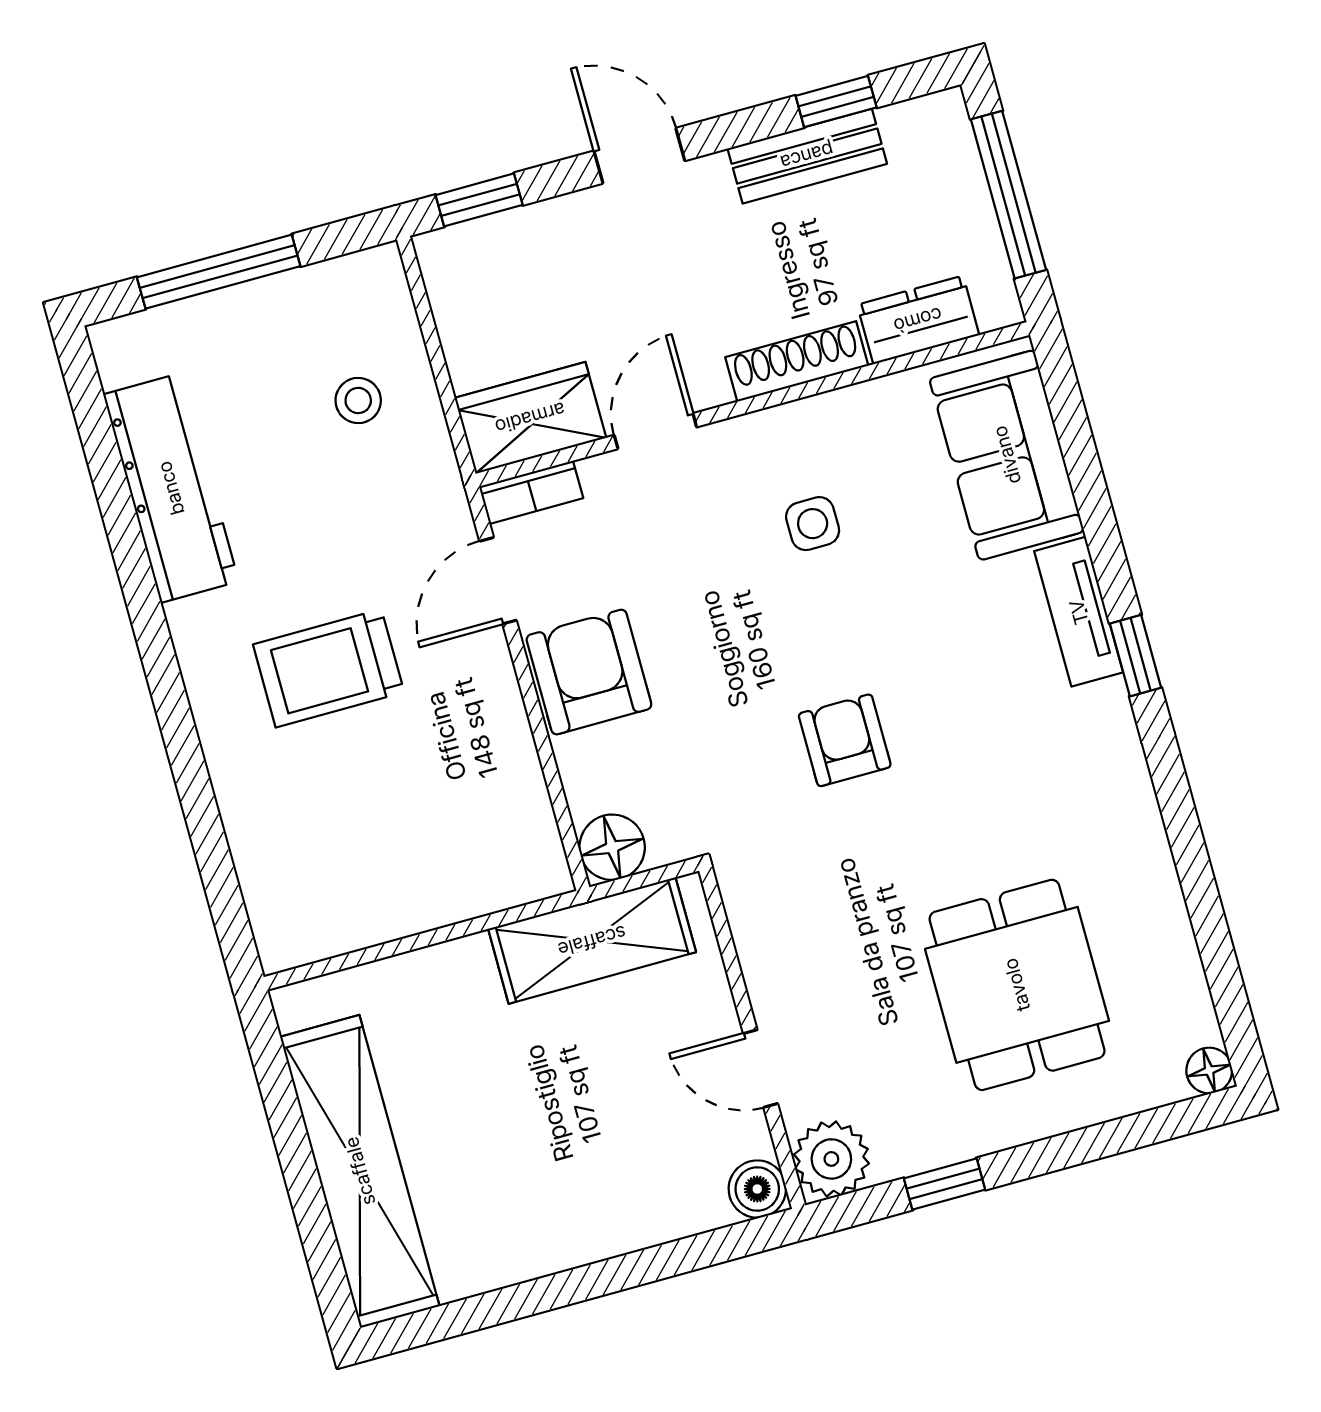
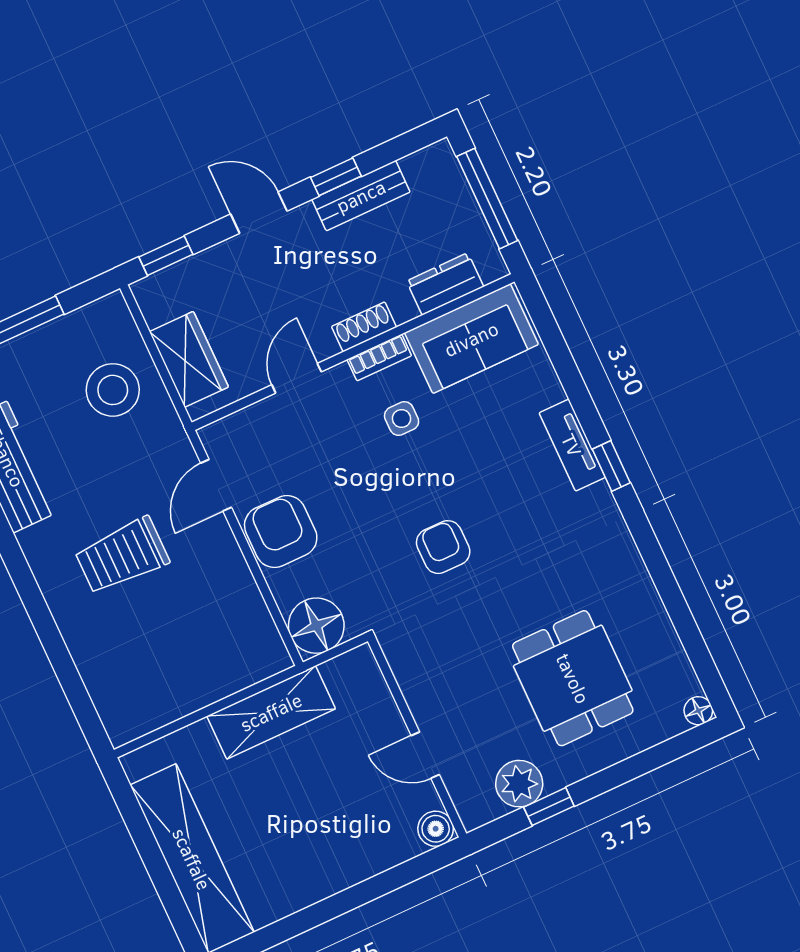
window: (836, 102) -> (336, 177), moved
shoe rack: (797, 361) -> (364, 327), width x0.70
stool: (358, 401) -> (113, 390), width x1.89, depth x1.89
wardrobe: (530, 418) -> (189, 359), moved, turned 90
sofa: (1007, 455) -> (471, 339), moved, turned -90
bookcase: (531, 492) -> (379, 358), moved
floor lamp: (612, 847) -> (316, 626), width x1.38, depth x1.38
shelving: (592, 941) -> (271, 712), moved
plant: (831, 1159) -> (519, 784), moved

